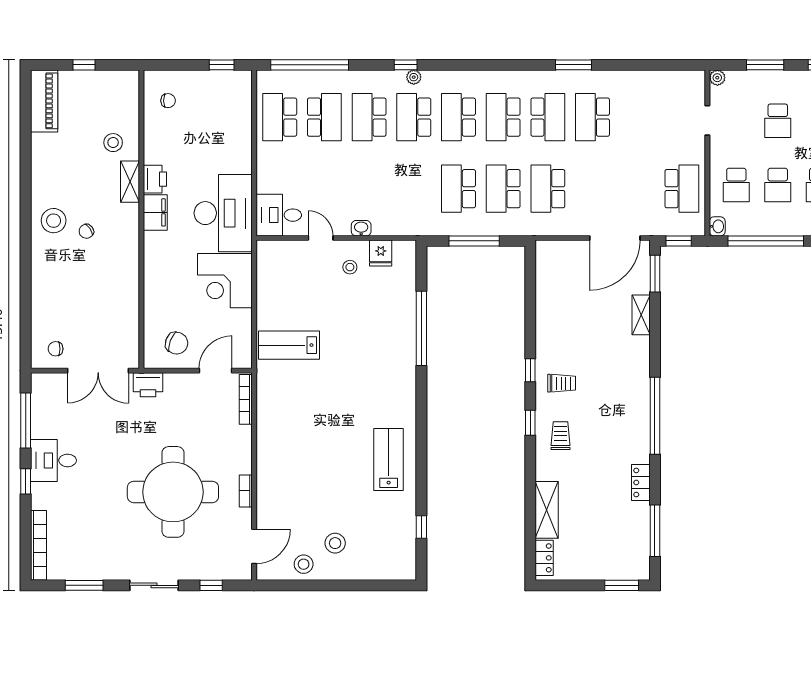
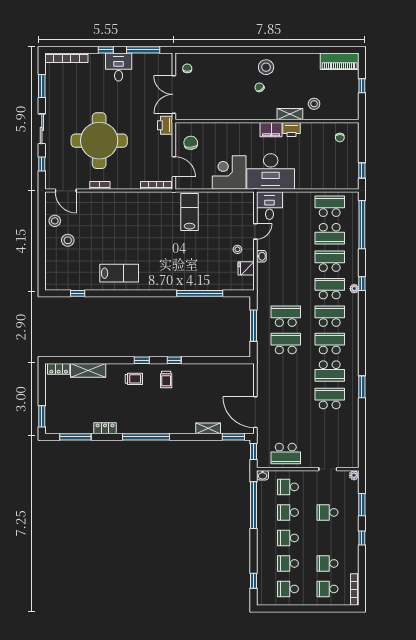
school desk: (548, 189) -> (286, 371), removed
chair: (177, 343) -> (191, 143), turned 153

